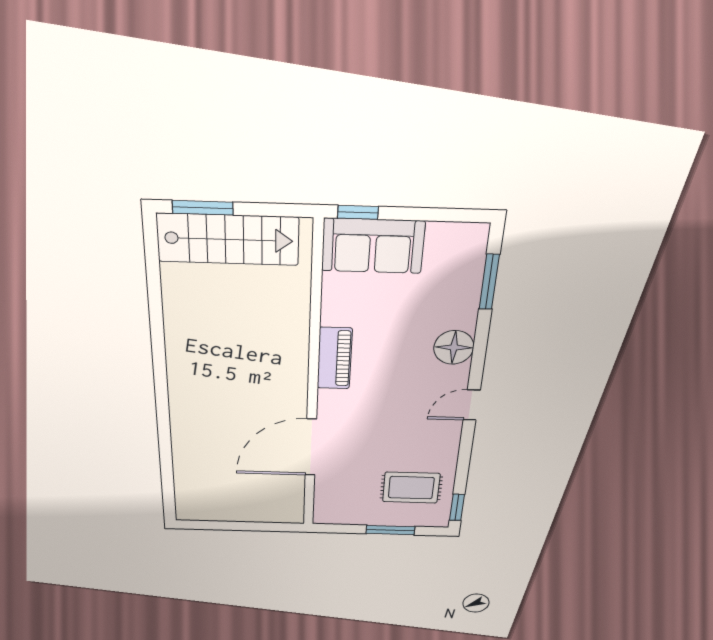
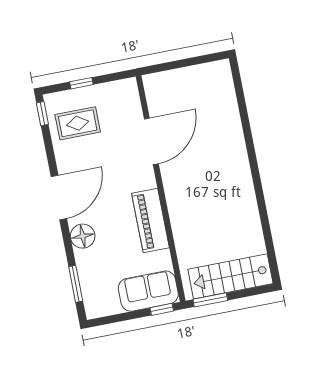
window: (203, 208) -> (210, 300), moved
piano: (335, 358) -> (150, 221), width x1.37, depth x1.33
door: (472, 405) -> (59, 197), width x1.88
window: (390, 530) -> (81, 83), width x0.67

